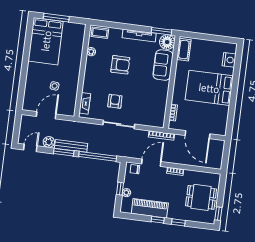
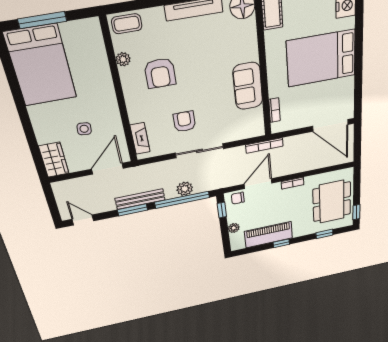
armchair: (120, 65) -> (160, 73), moved, turned 90
sofa: (163, 65) -> (248, 86), moved
wardrobe: (30, 100) -> (54, 160), added
door: (46, 115) -> (107, 169), moved
door: (197, 135) -> (330, 125), moved
plant: (49, 142) -> (185, 189), moved
door: (30, 148) -> (83, 220), hinge flipped
window: (120, 189) -> (222, 210), moved
dining table: (201, 197) -> (332, 202), width x1.38
window: (178, 222) -> (325, 234), moved

